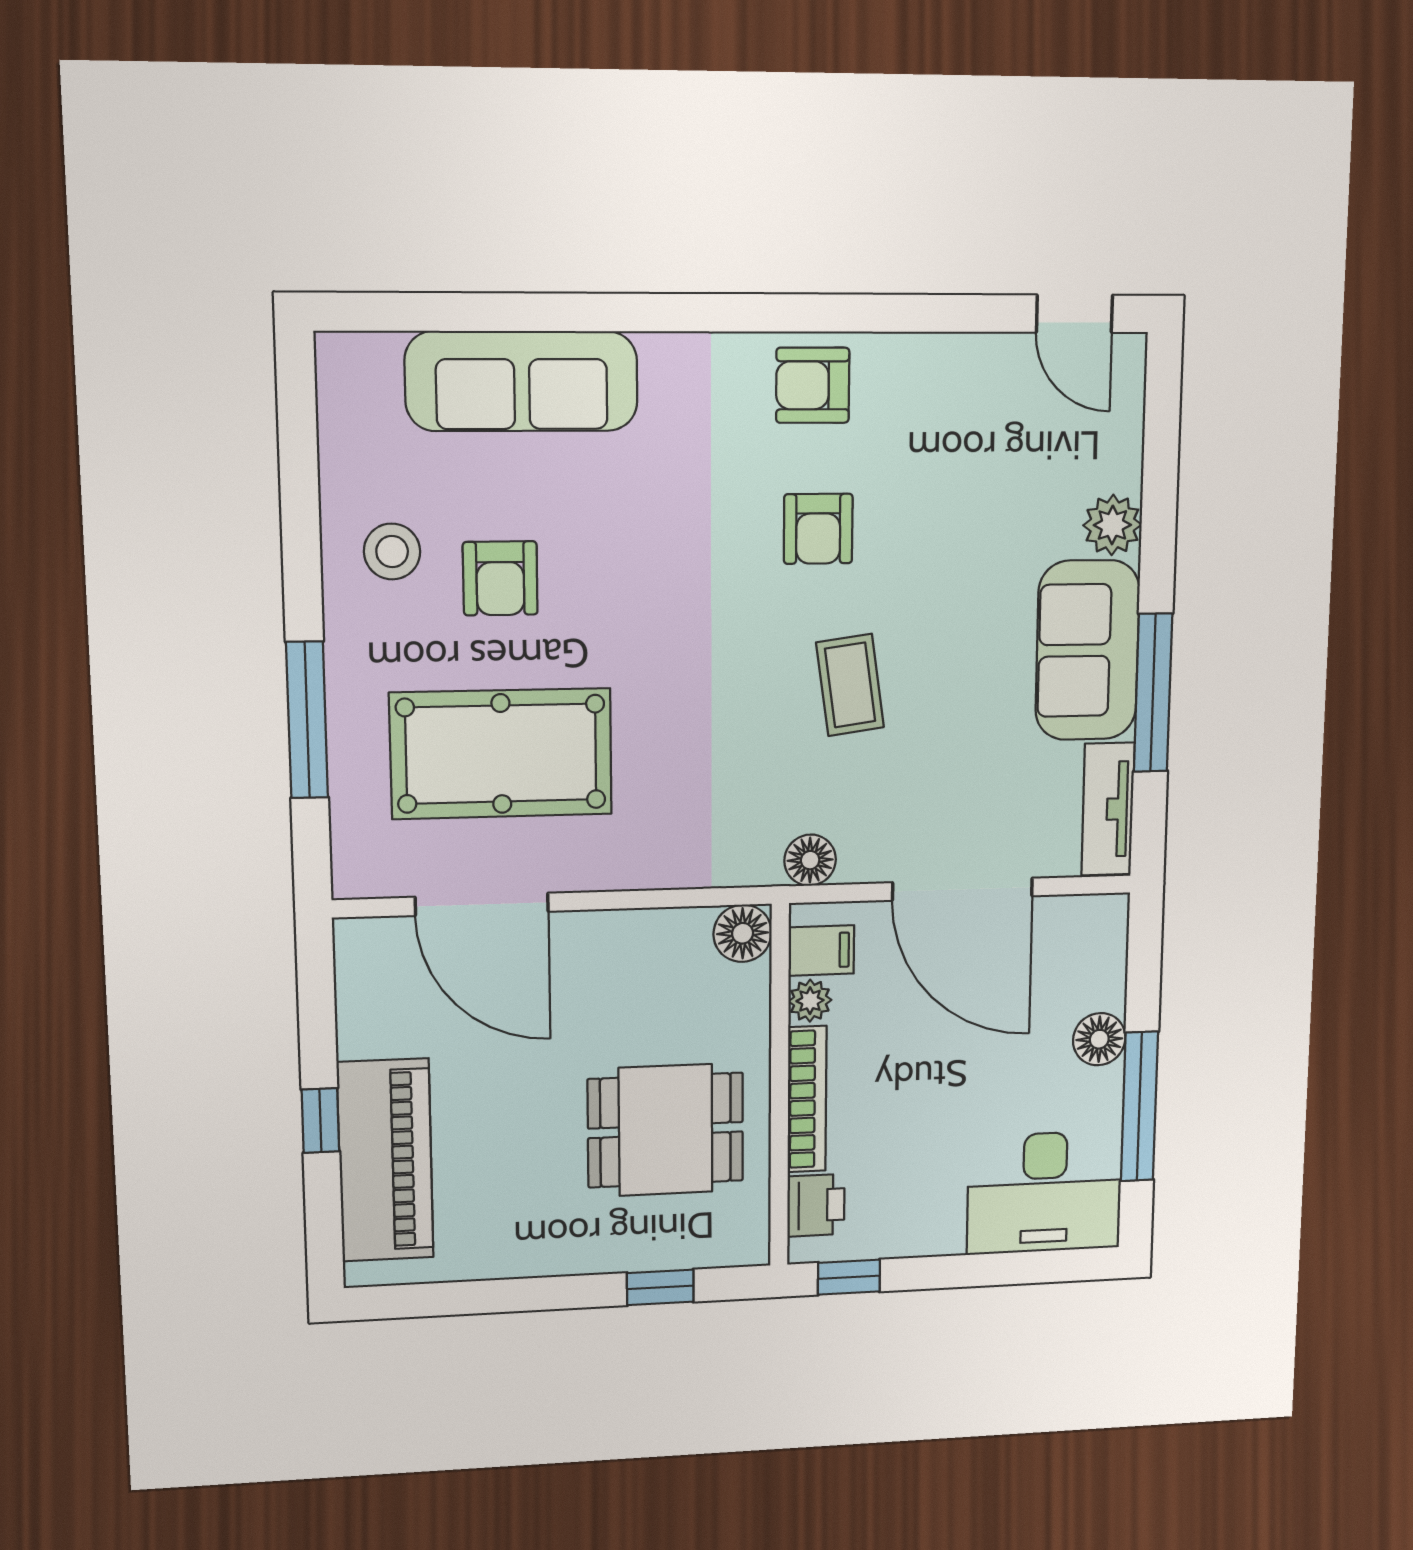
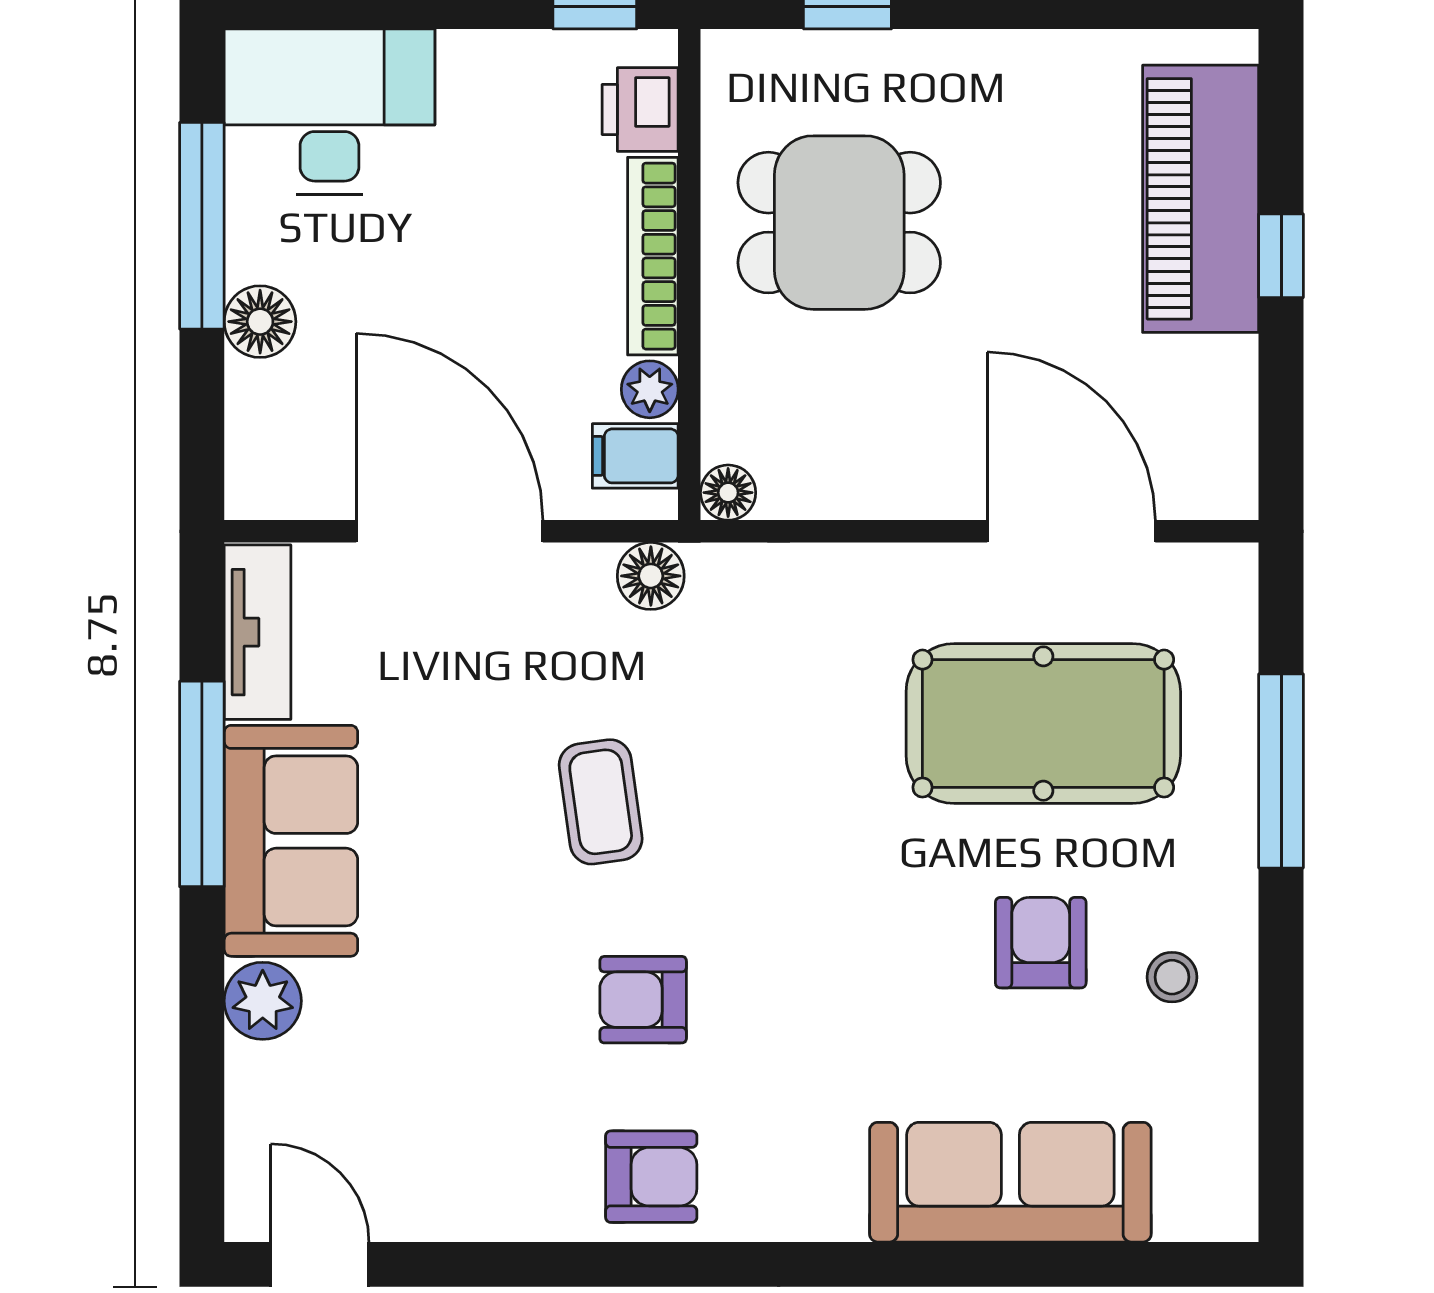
armchair: (818, 529) -> (643, 1000), turned -90
stool: (392, 552) -> (1172, 977), width x0.73, depth x0.73
floor lamp: (743, 933) -> (728, 493), width x0.73, depth x0.73

